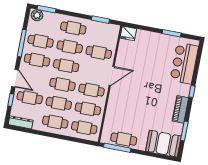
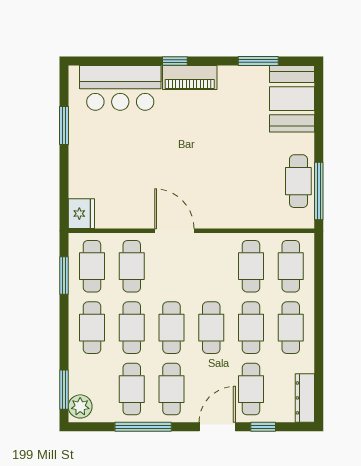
cafe table: (92, 90) -> (92, 266), moved
piano: (180, 109) -> (190, 77), moved

